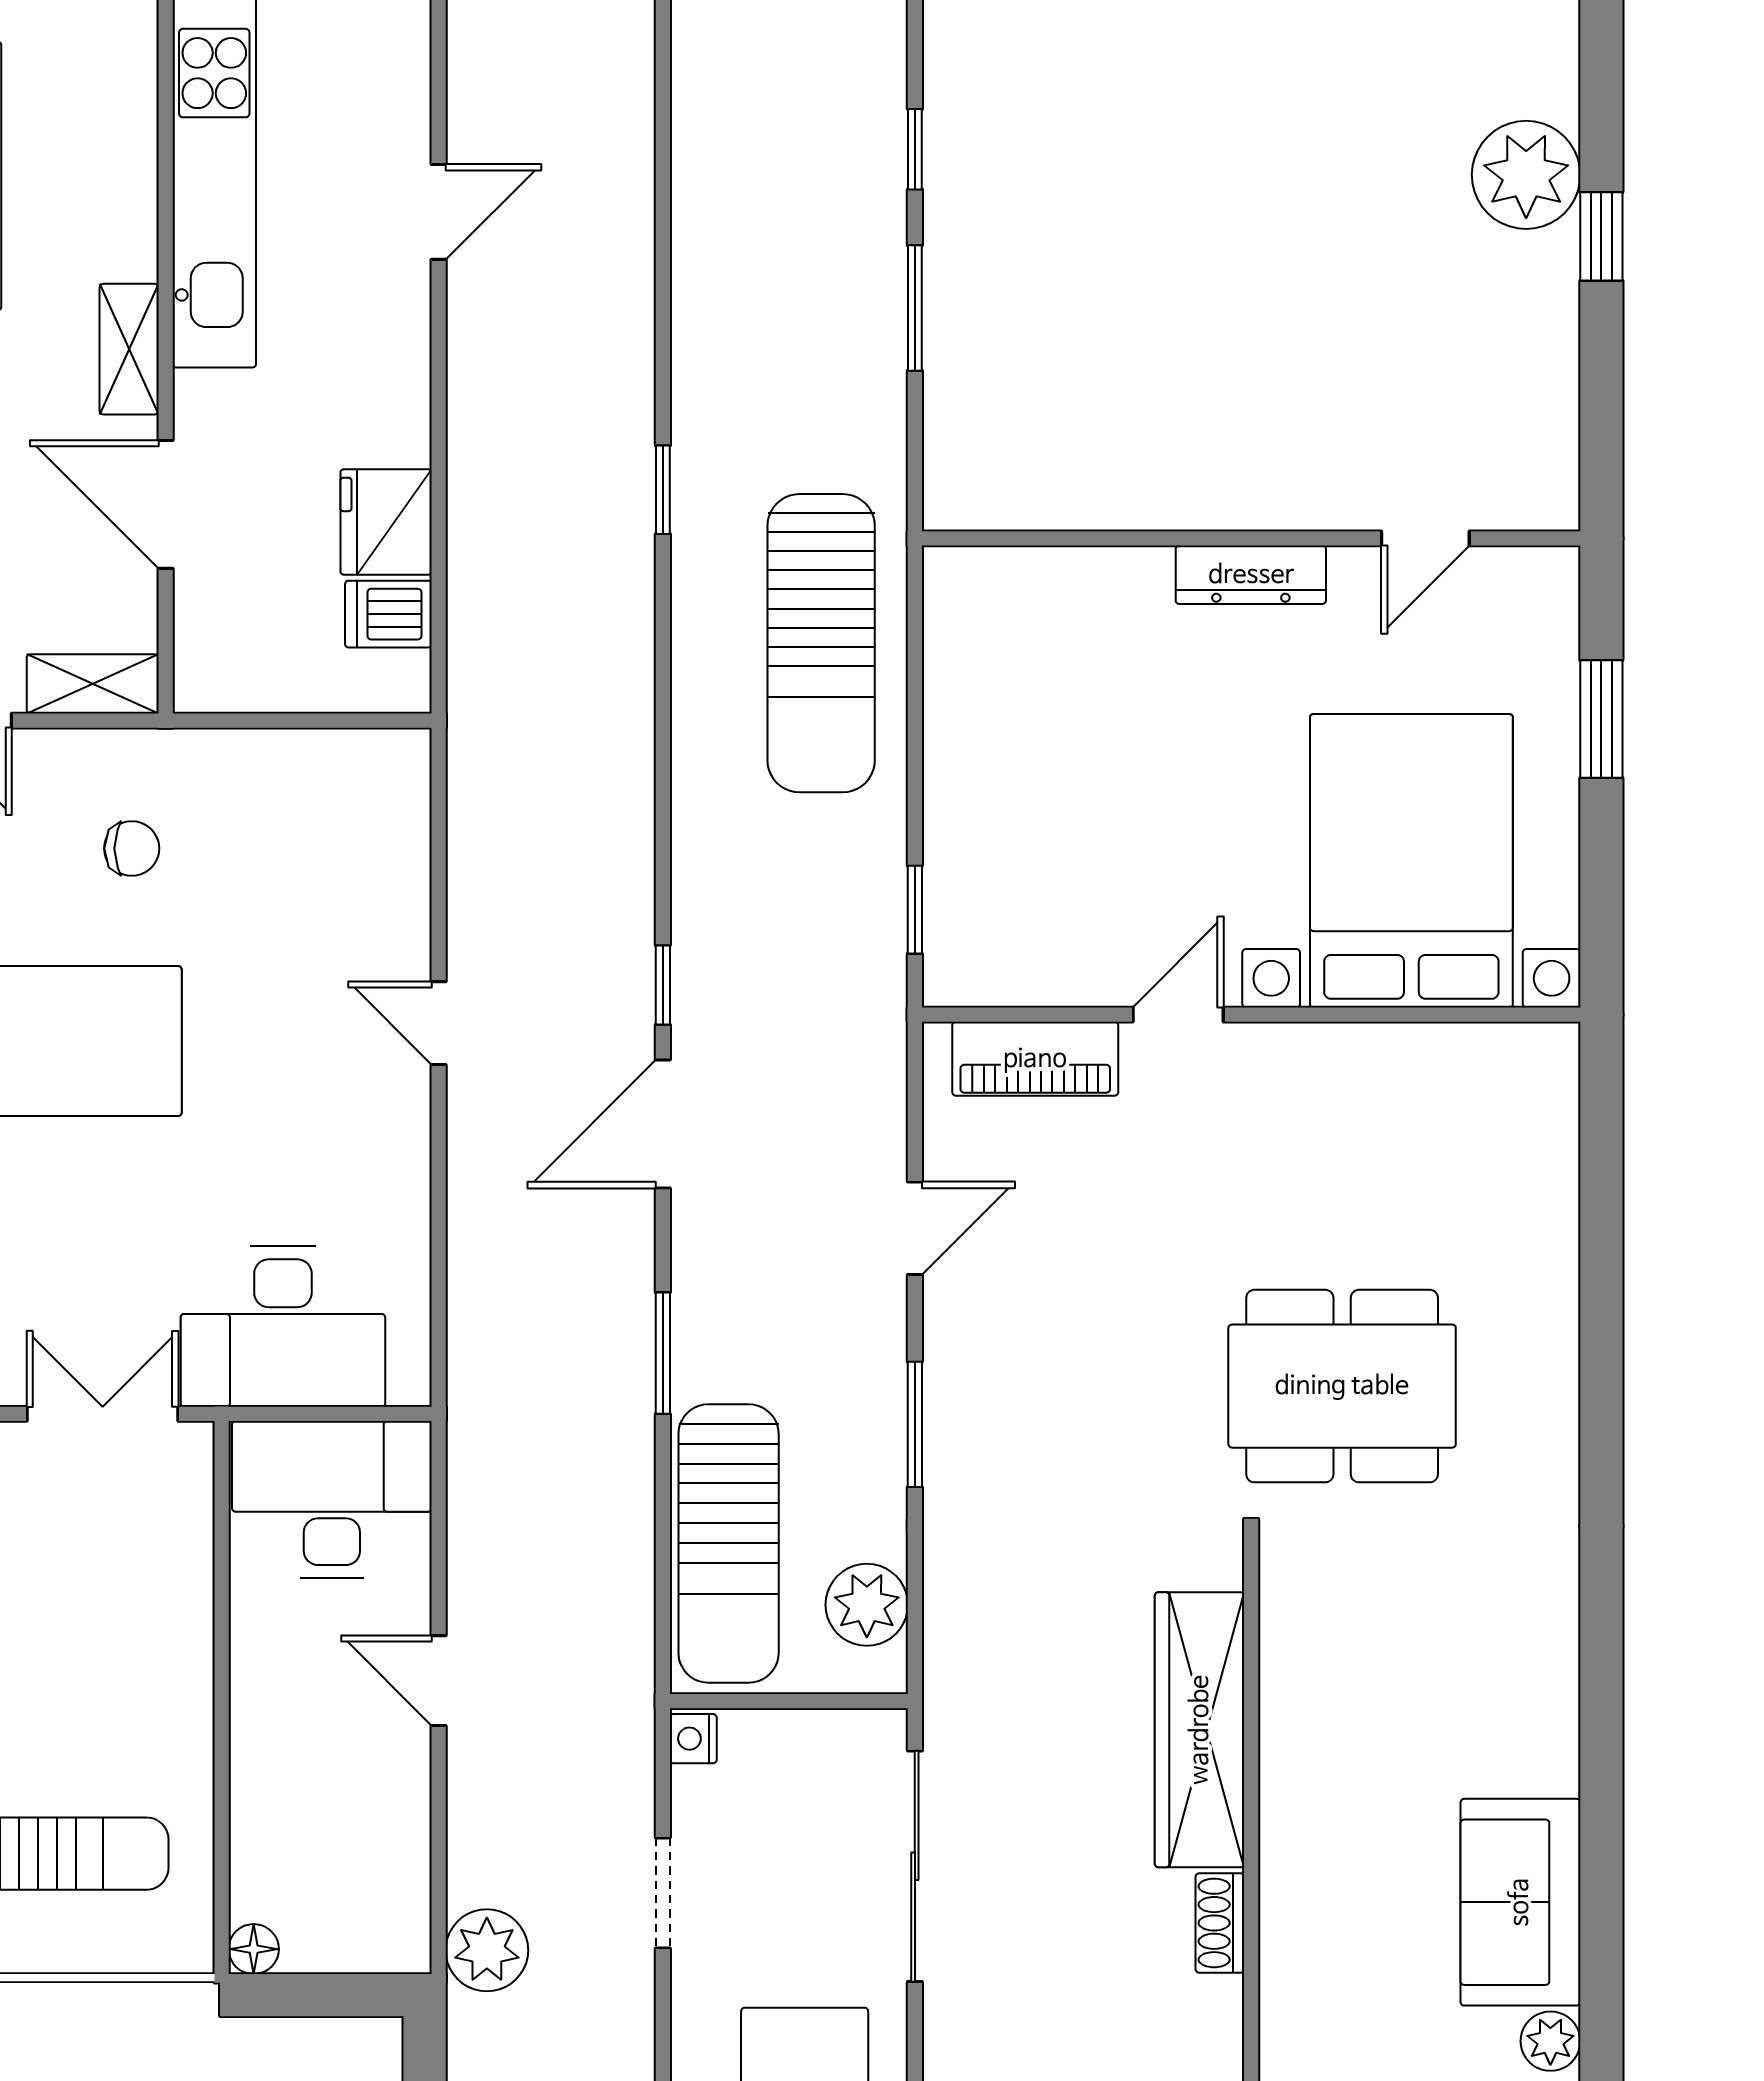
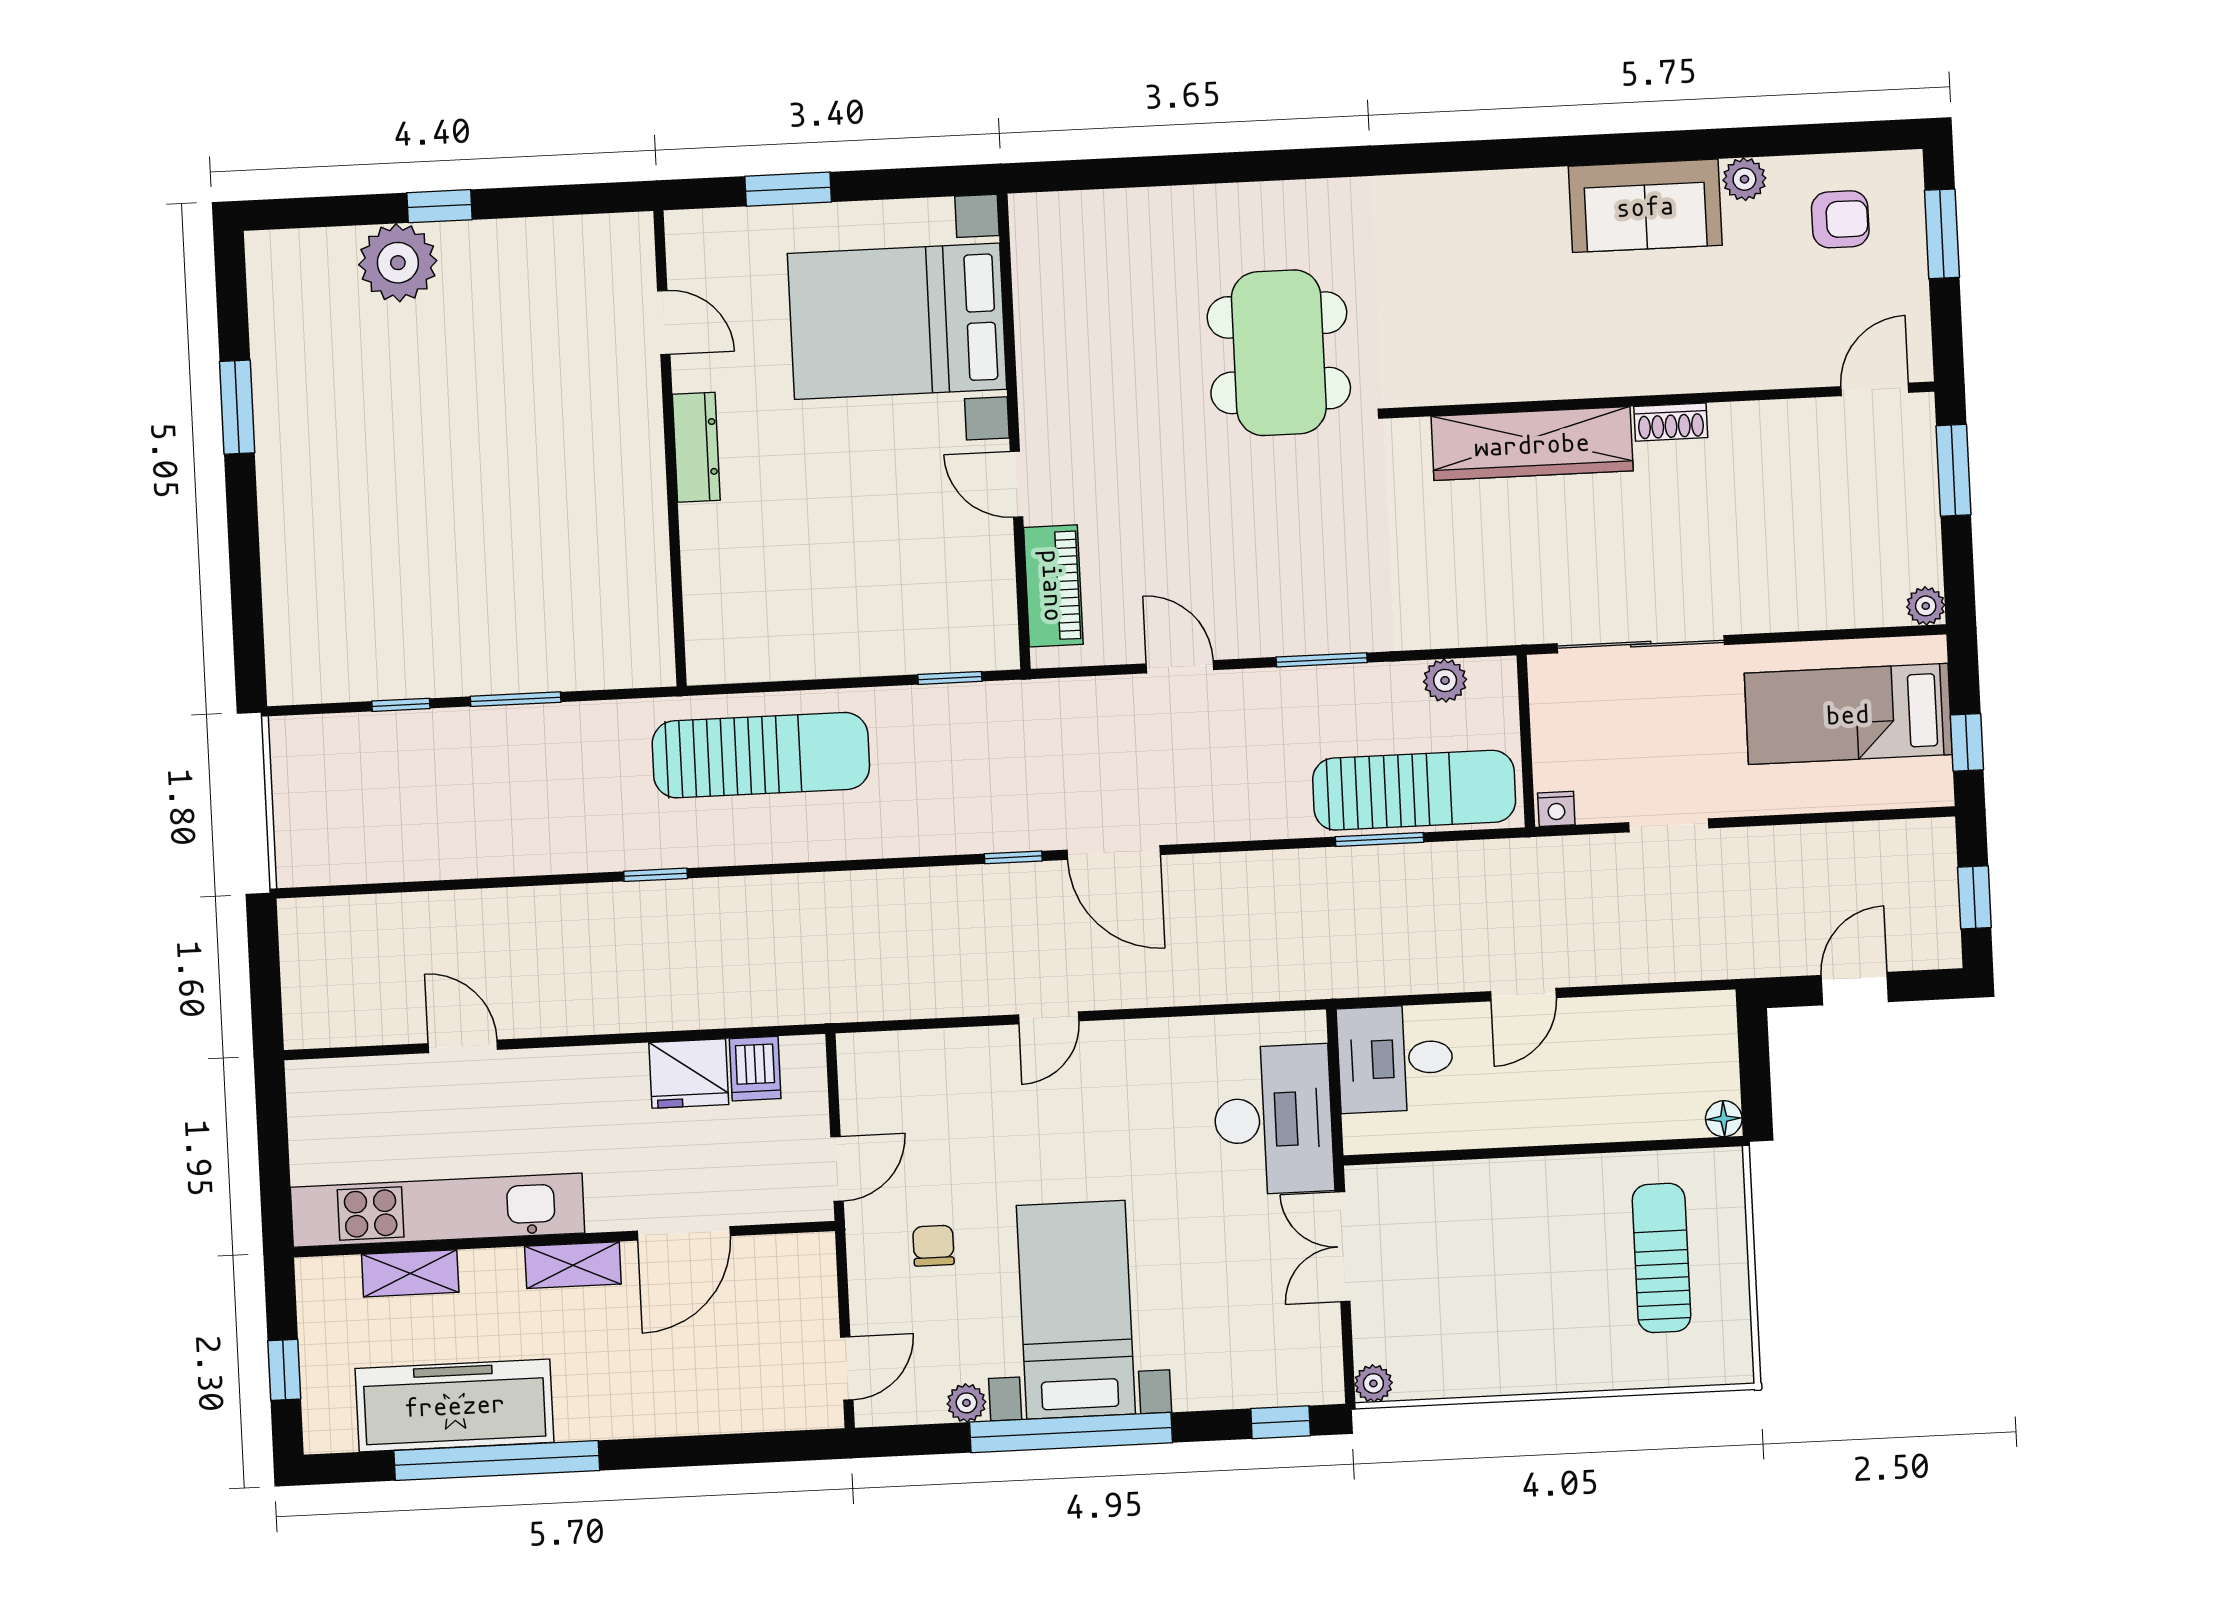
shelving: (93, 684) -> (410, 1273), moved, turned 90
door: (244, 721) -> (837, 1169), added
window: (663, 1353) -> (1380, 839), moved
desk: (332, 1499) -> (1395, 1059), width x0.73
plant: (867, 1605) -> (1445, 680), width x0.73, depth x0.73
plant: (487, 1950) -> (1716, 950), removed

